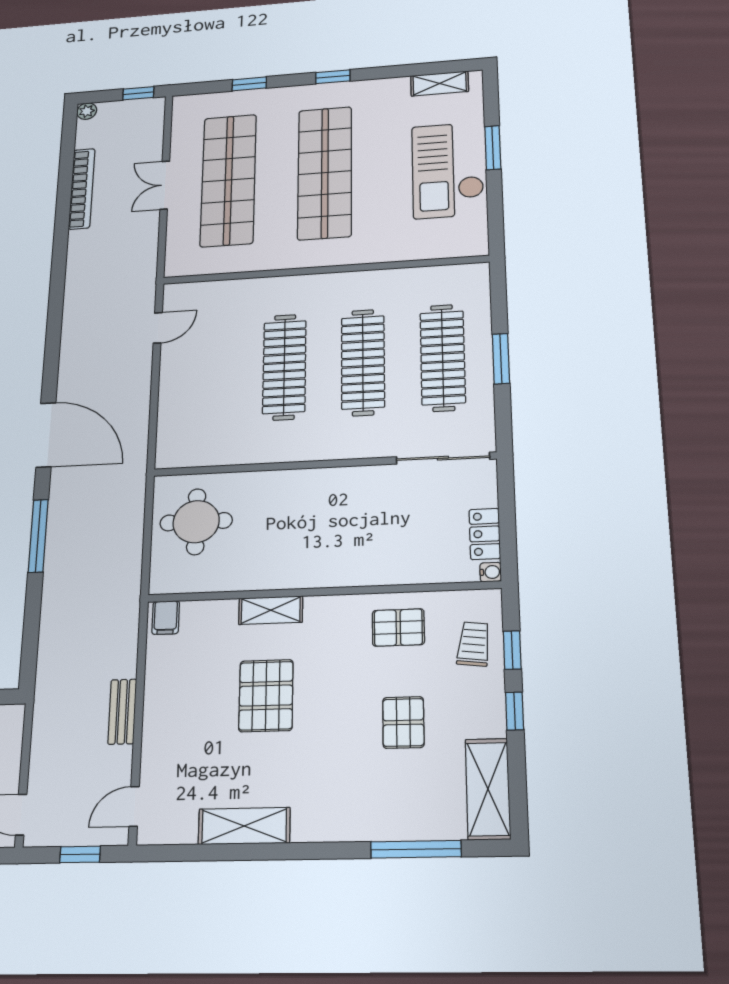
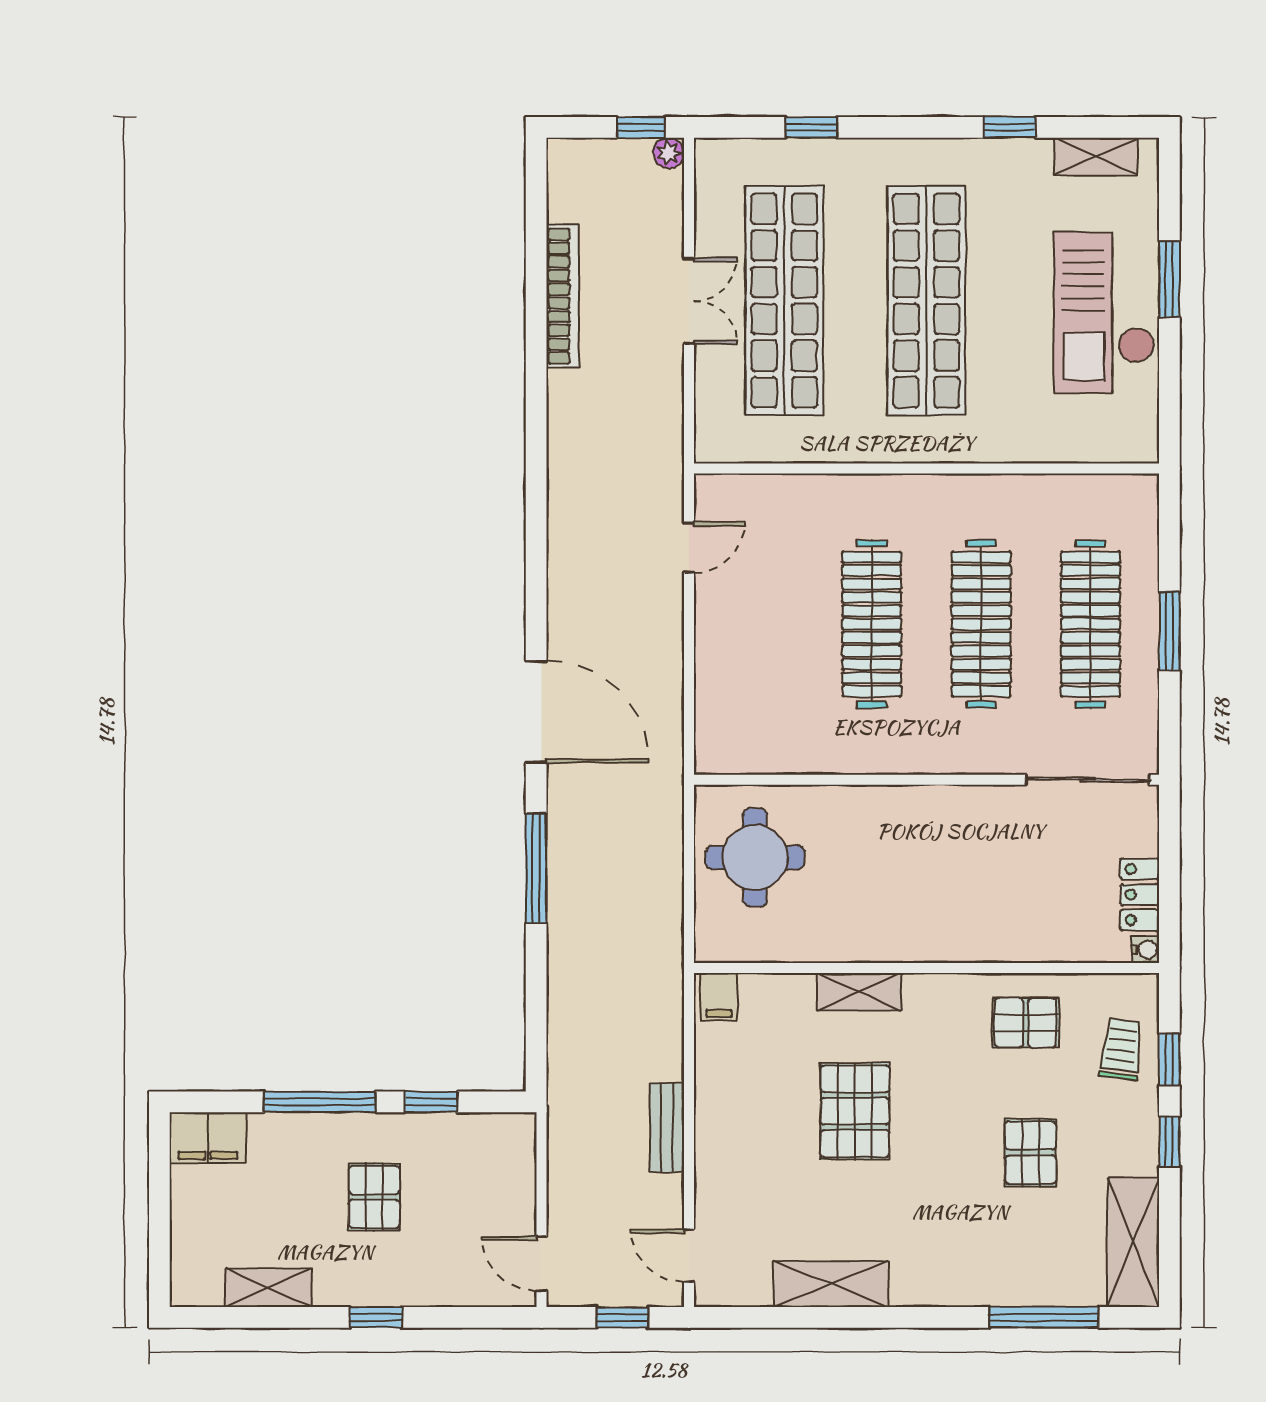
window: (333, 77) -> (1010, 127), moved
plant: (87, 111) -> (669, 153), moved
double door: (165, 185) -> (689, 301), swing flipped
door: (134, 806) -> (689, 1256), hinge flipped

